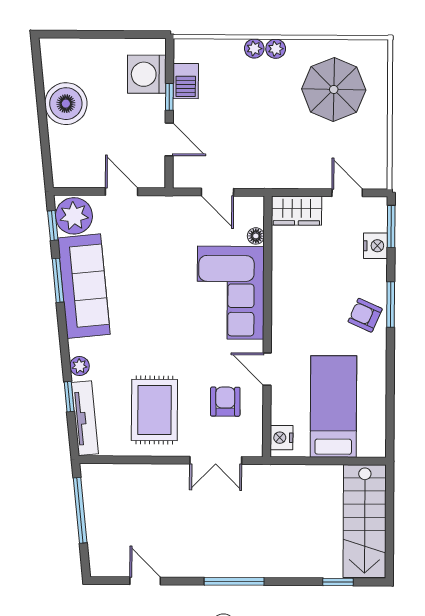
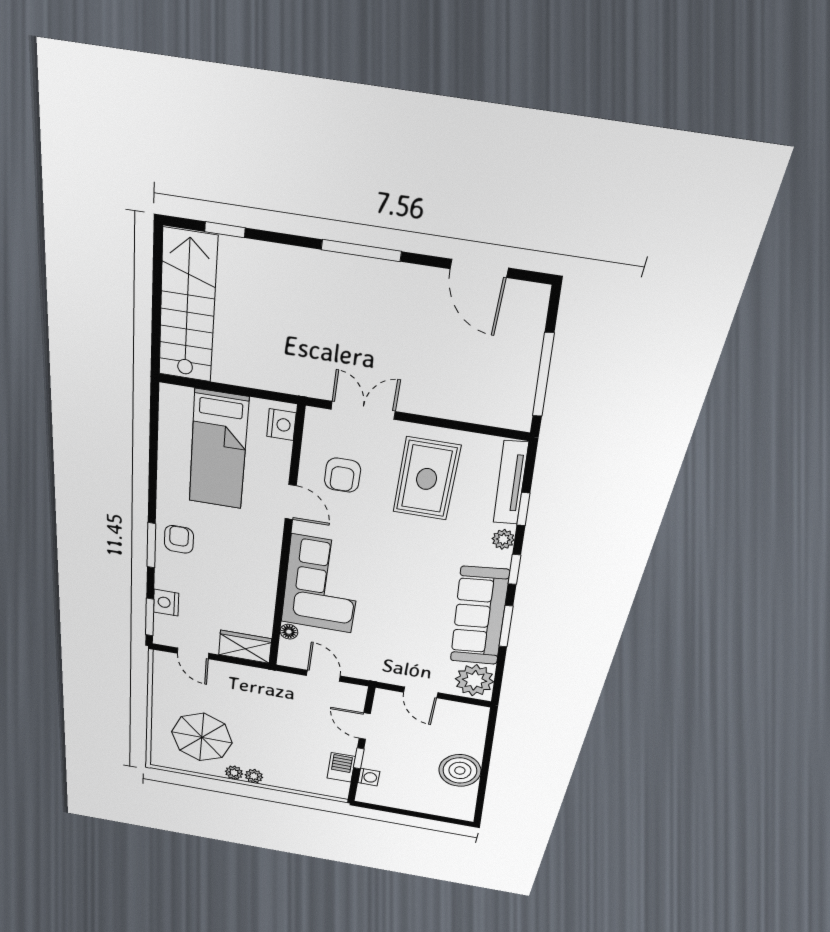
plant: (254, 49) -> (234, 773), moved
washing machine: (147, 74) -> (369, 777), width x0.53, depth x0.53
window: (53, 226) -> (514, 569), moved
armchair: (365, 315) -> (179, 539), turned -114
door: (145, 581) -> (479, 268), width x1.38

